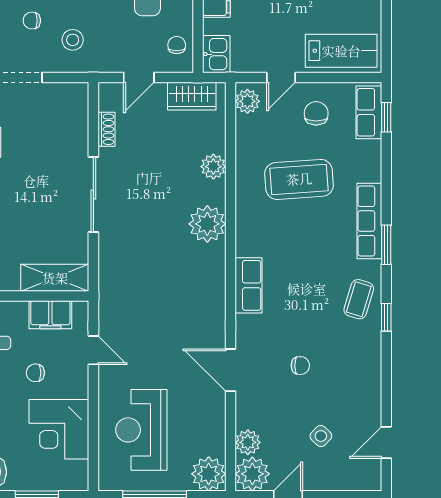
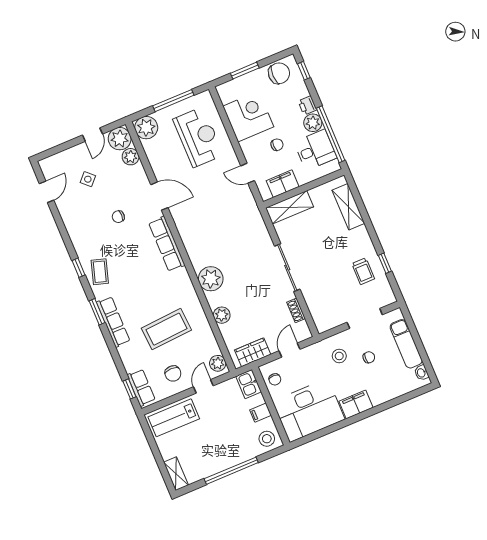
row of seats: (248, 285) -> (167, 244), width x1.48

